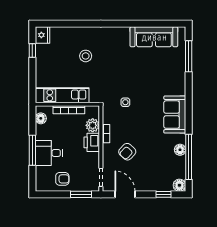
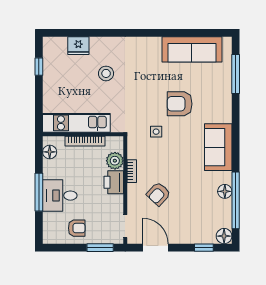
fridge: (42, 35) -> (78, 46), moved, turned 90
armchair: (144, 80) -> (180, 104), added

